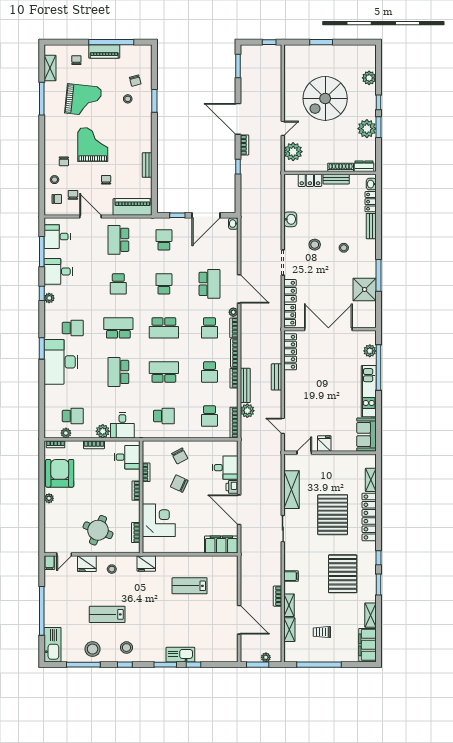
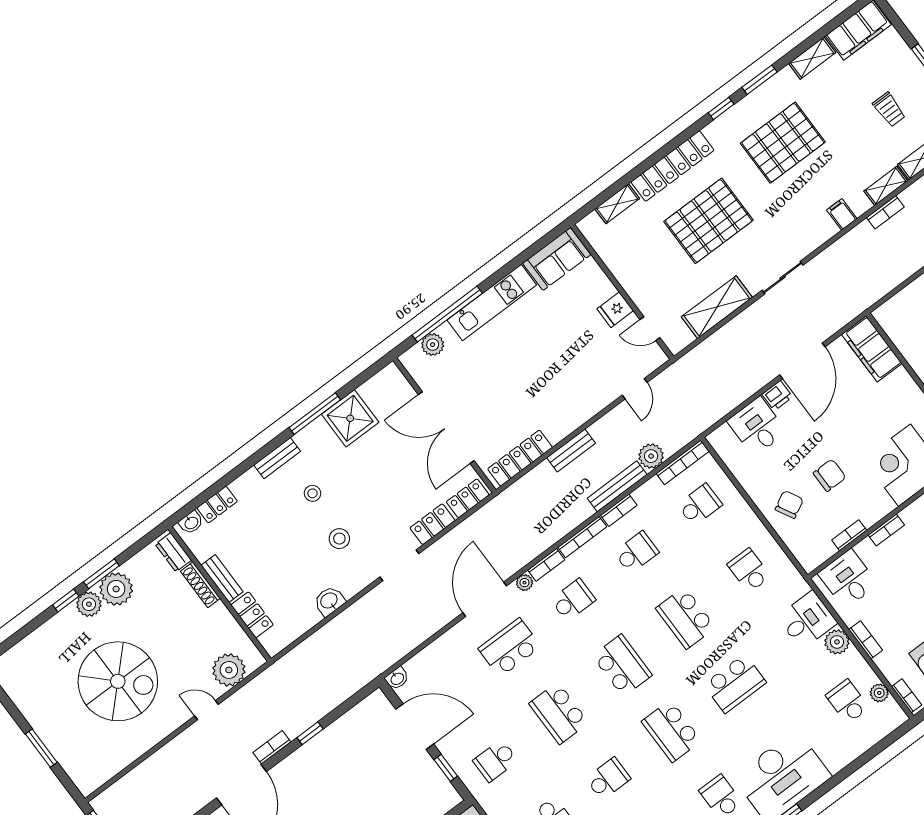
plant: (369, 78) -> (89, 604), moved
bench: (371, 226) -> (277, 458), moved
school desk: (164, 284) -> (559, 713), width x1.85
chair: (179, 484) -> (830, 475), turned -115

